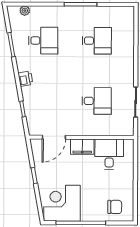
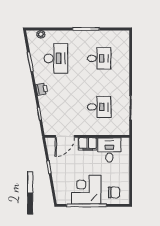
desk: (43, 41) -> (56, 58), width x1.37
corner desk: (62, 203) -> (86, 190), moved

